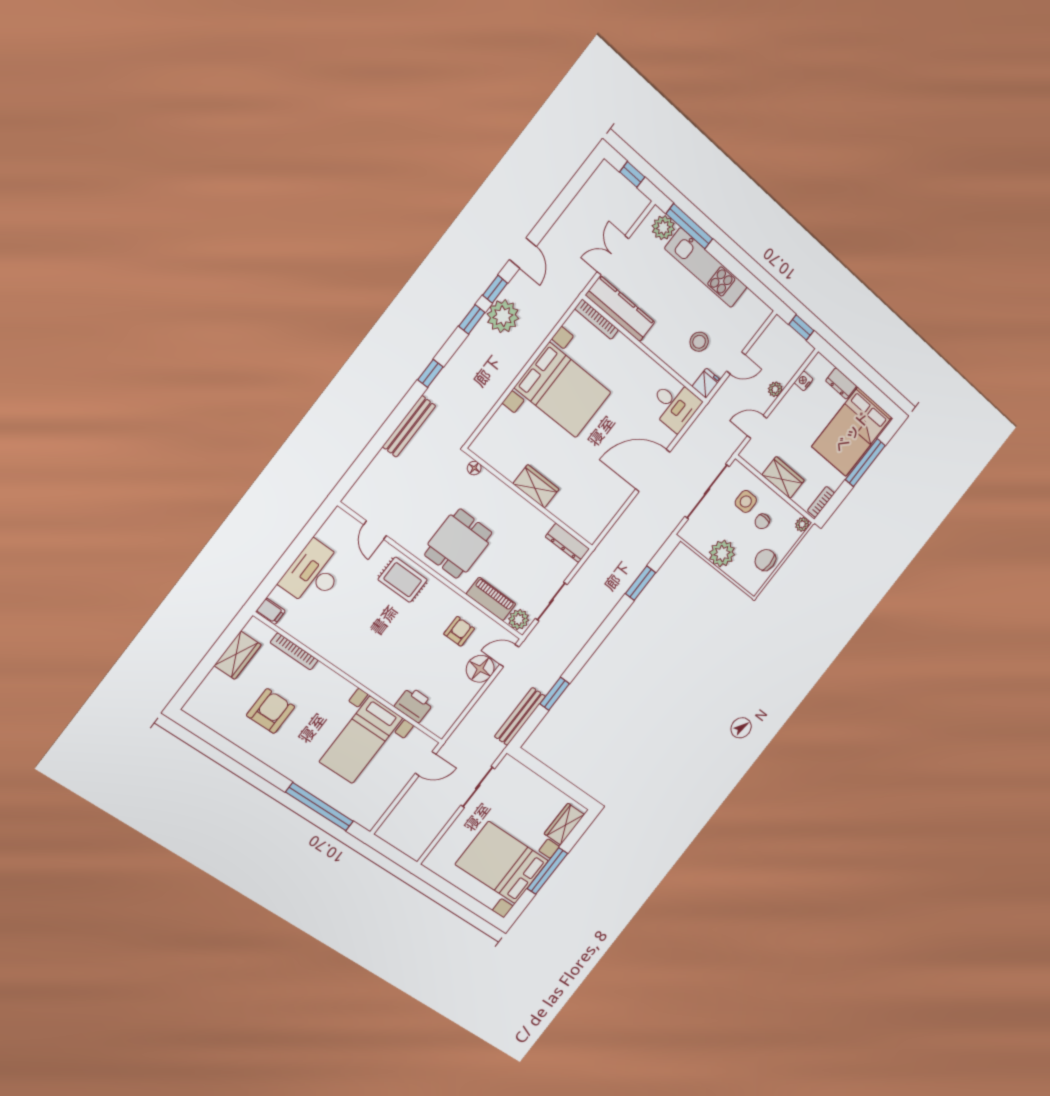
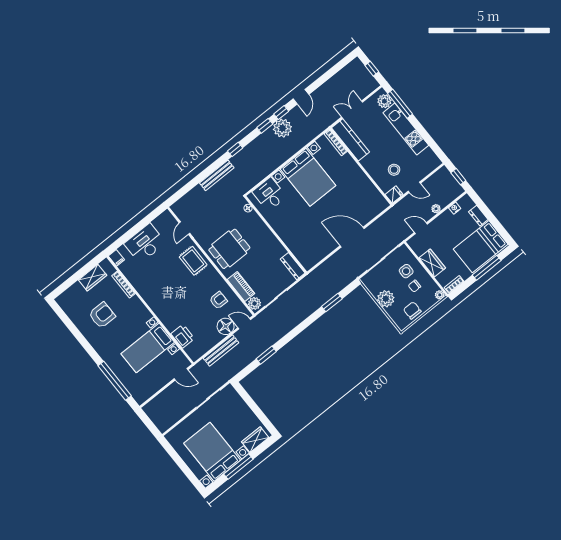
desk: (675, 405) -> (269, 194), moved, turned 180
wardrobe: (536, 486) -> (281, 228), removed
bench: (520, 716) -> (221, 350), moved

